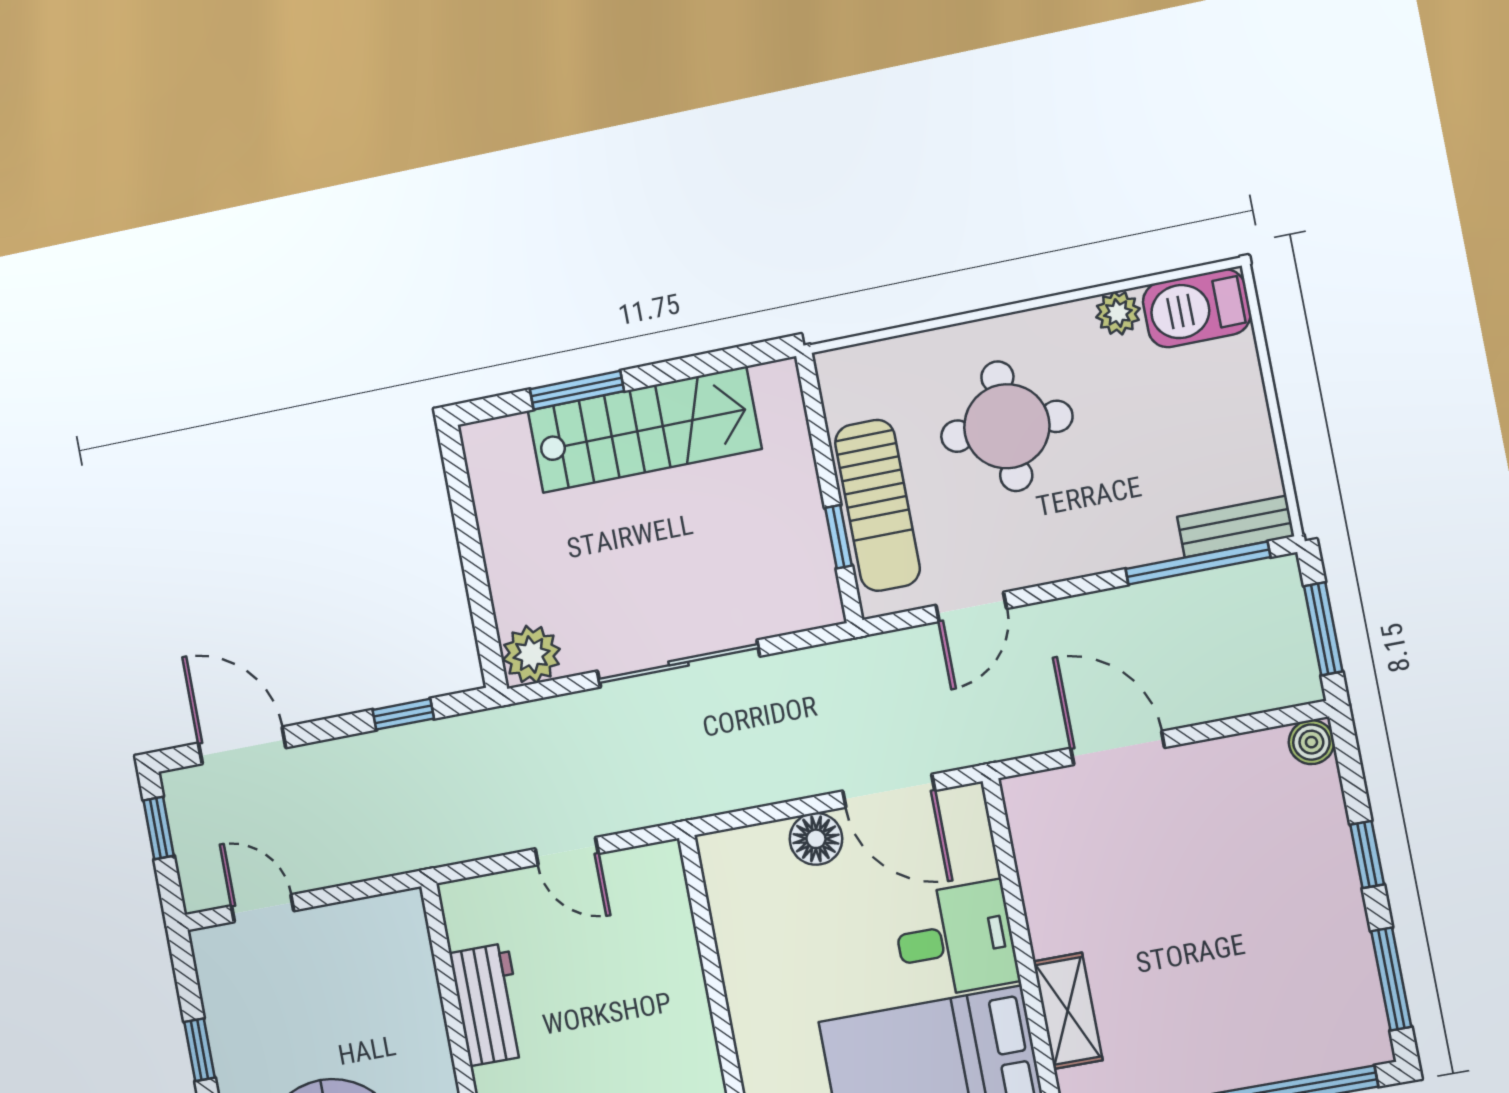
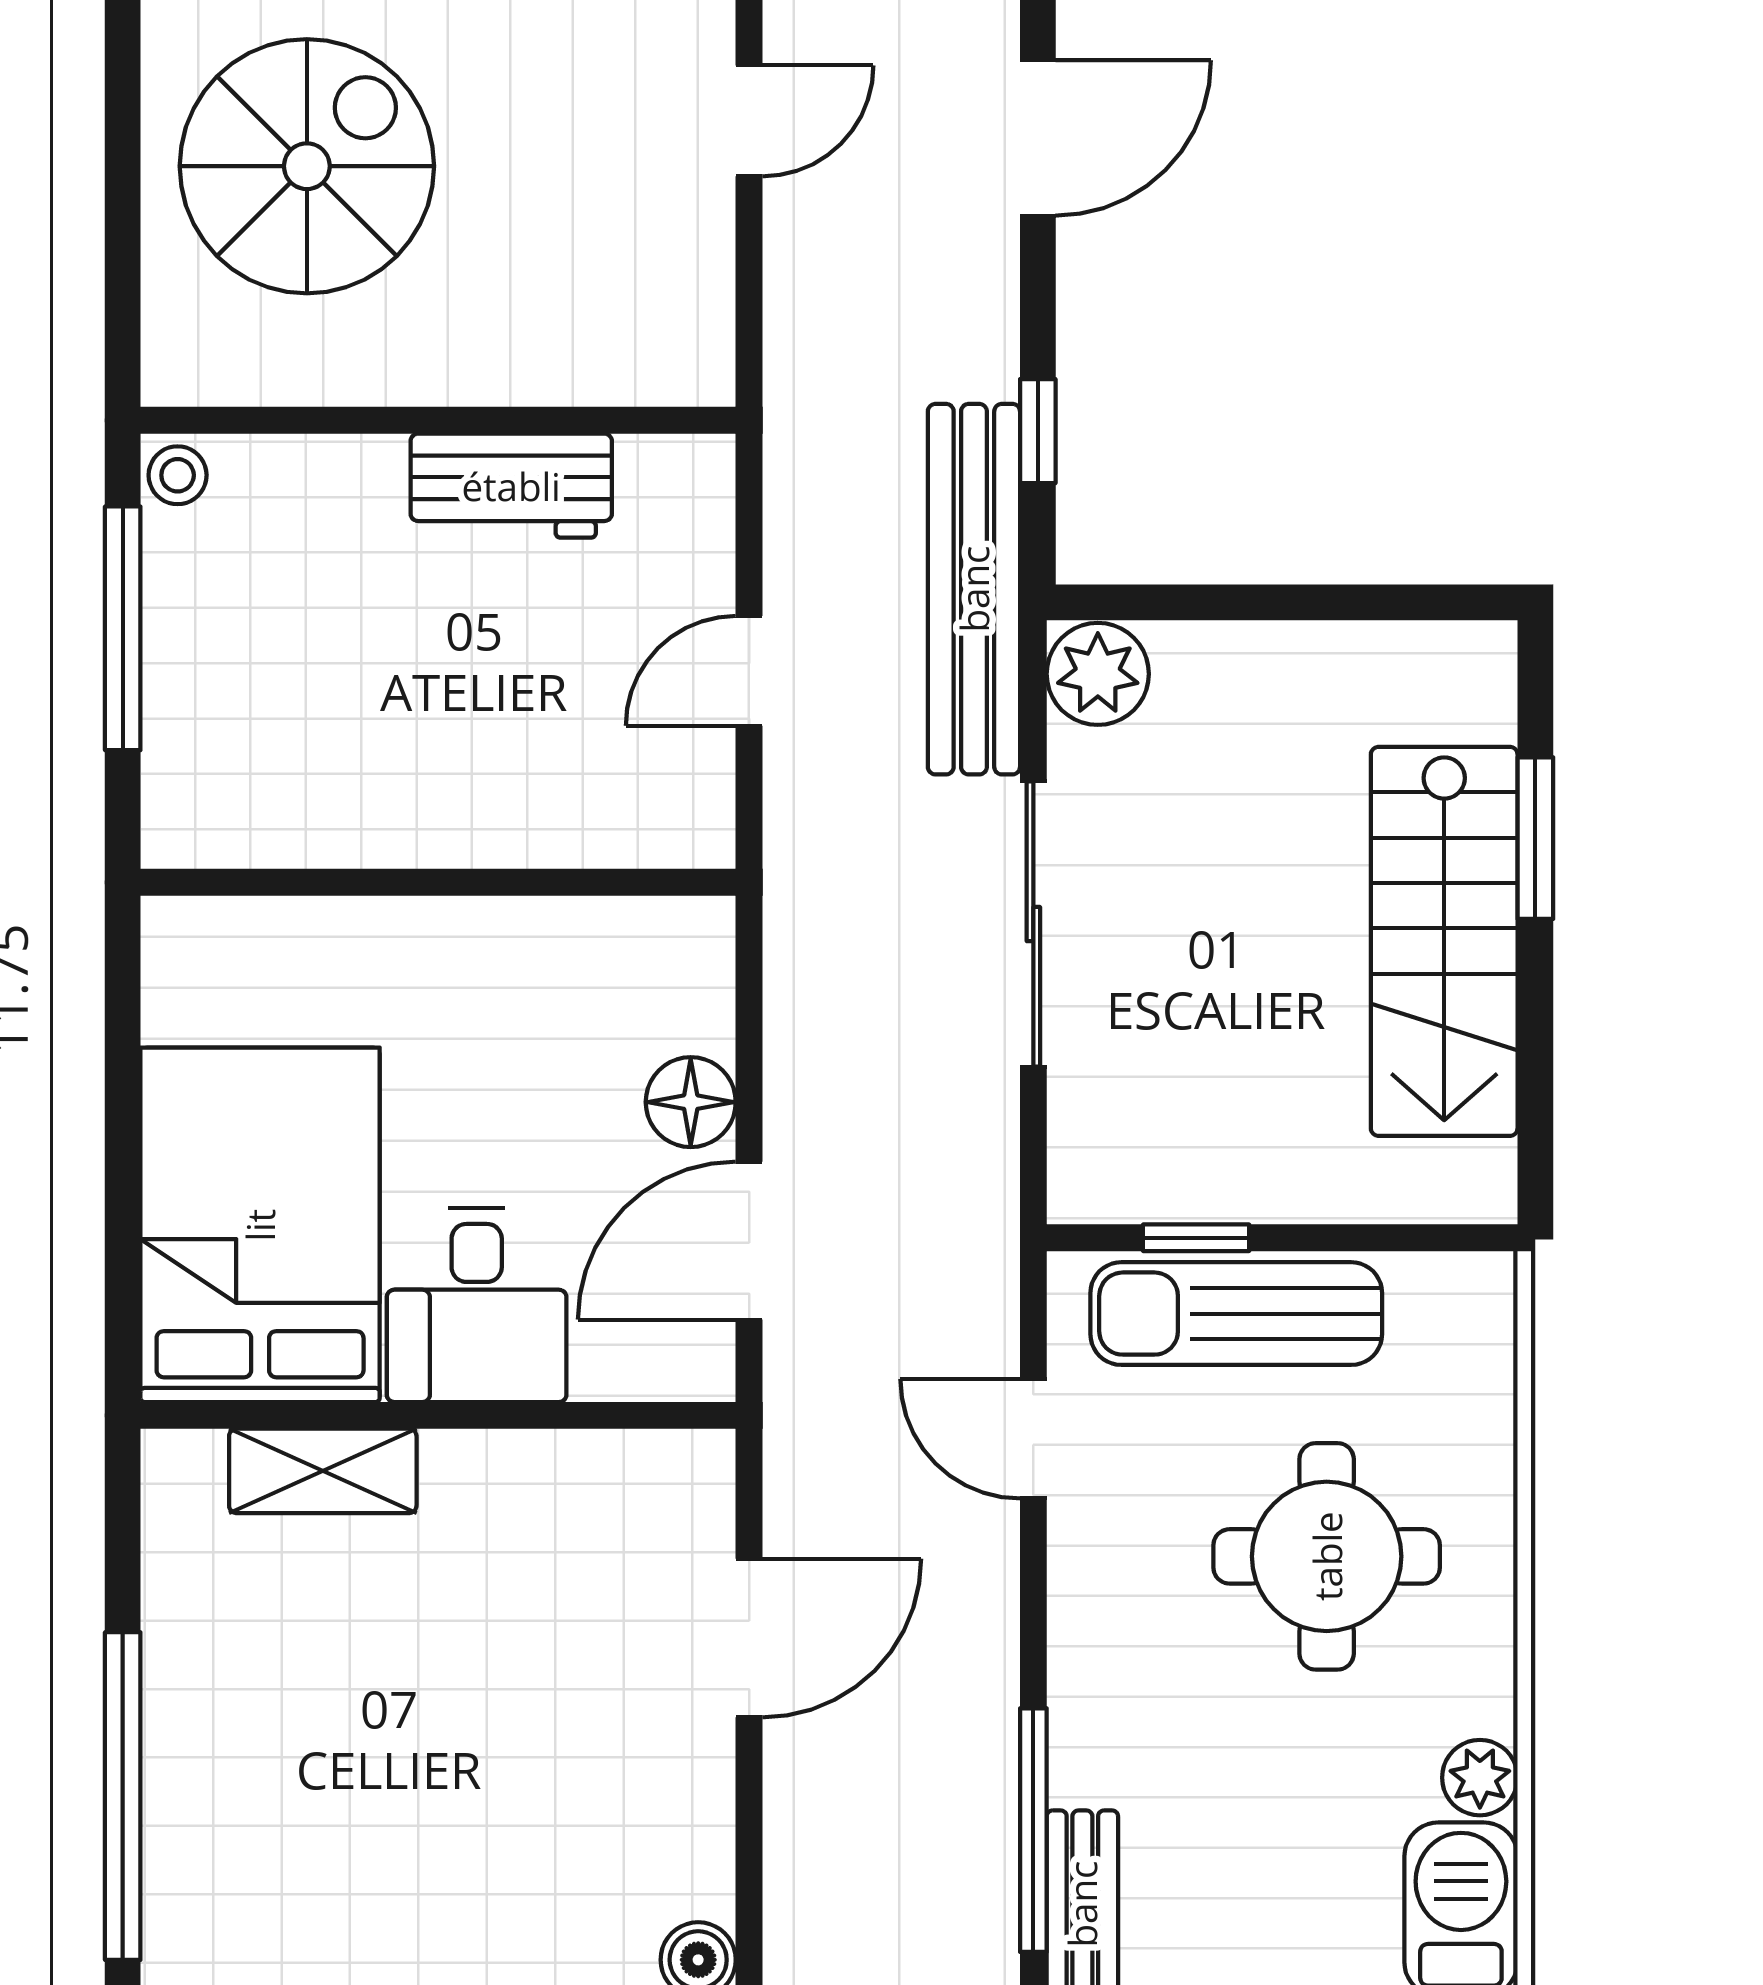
bench: (497, 733) -> (974, 589), added

